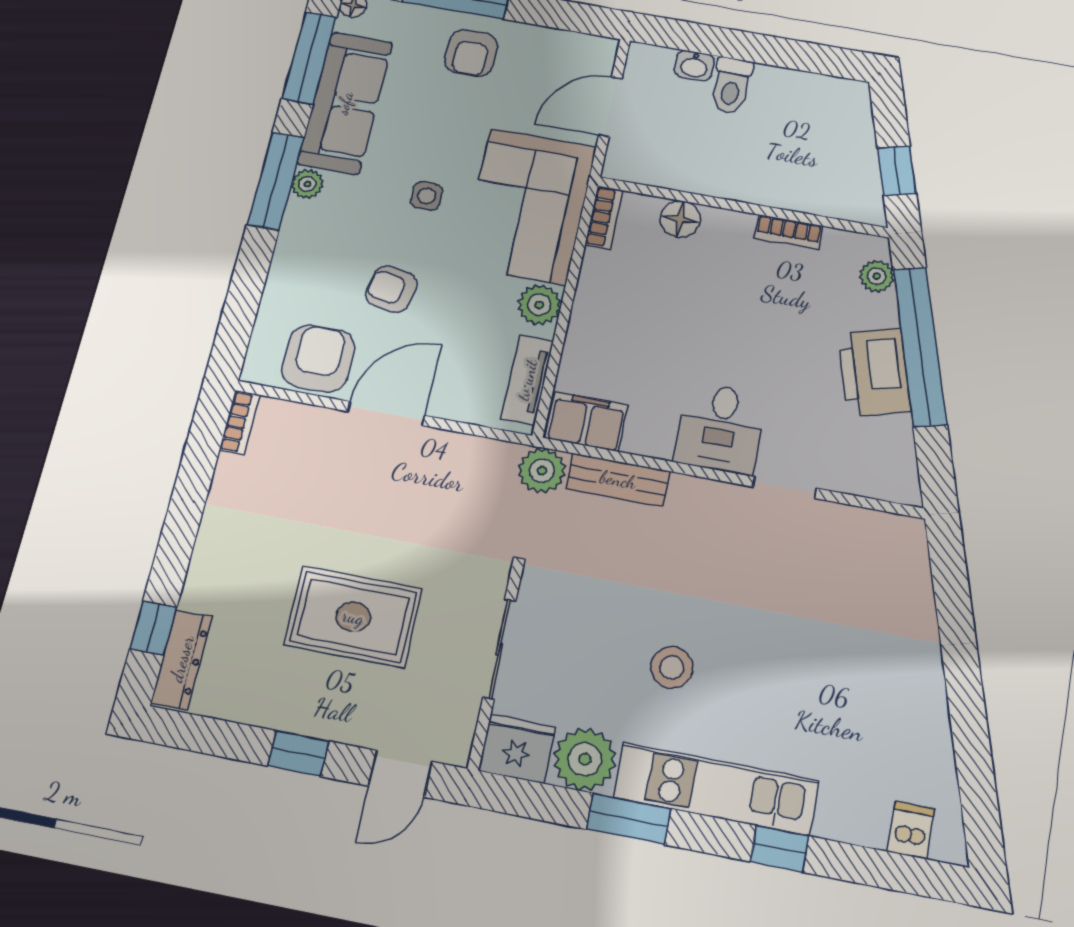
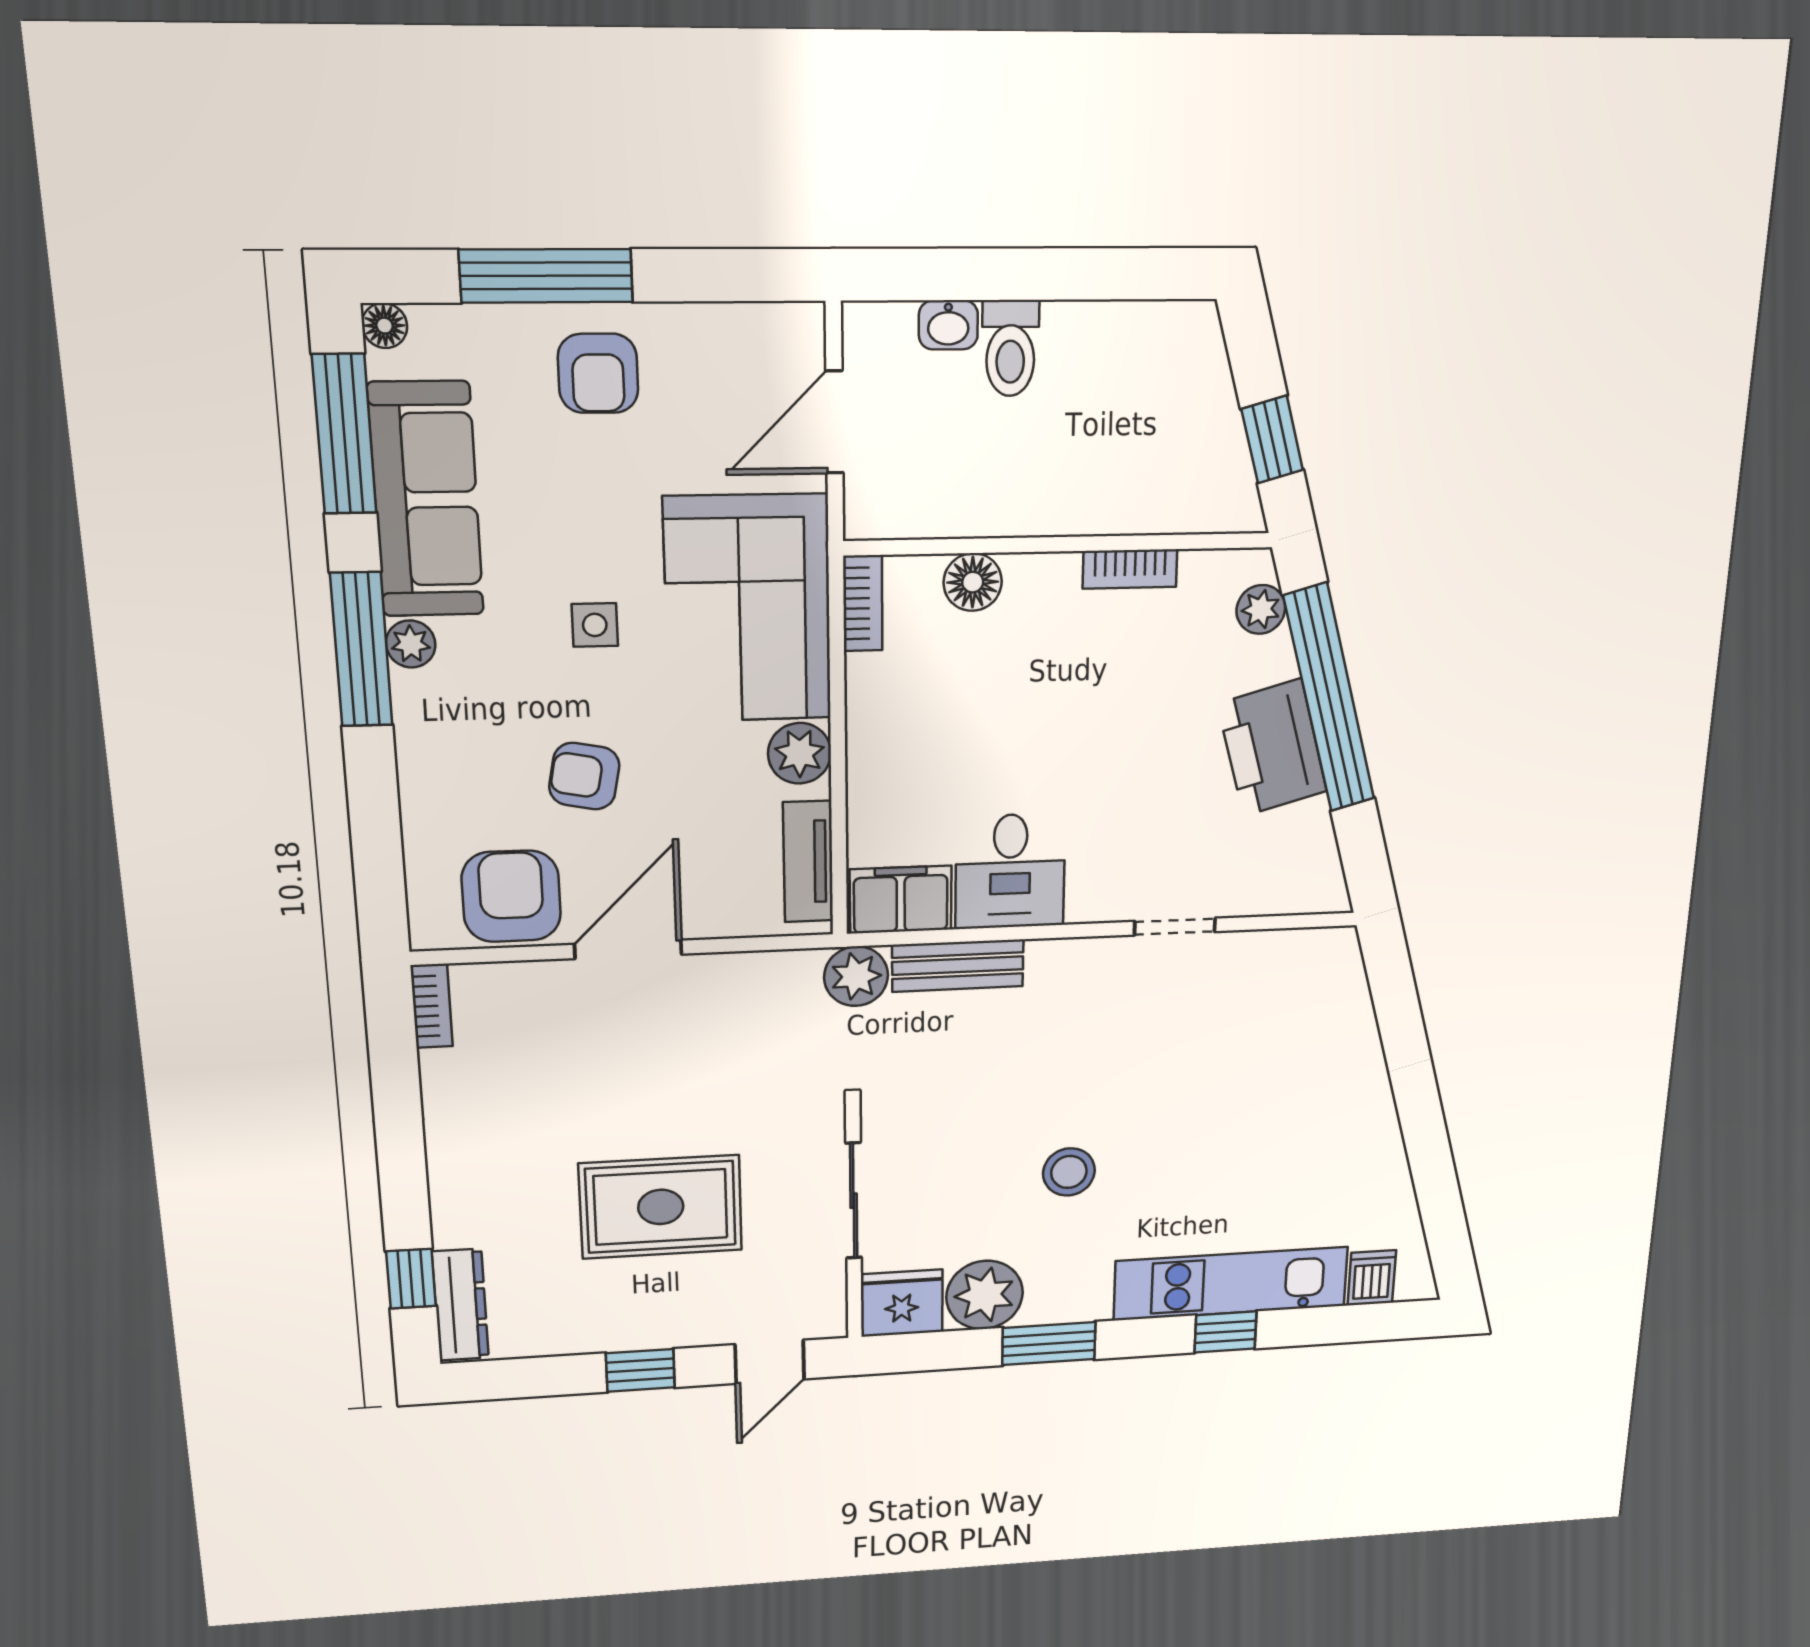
desk: (720, 428) -> (1010, 871), moved
kitchen unit: (716, 789) -> (1231, 1284), moved

